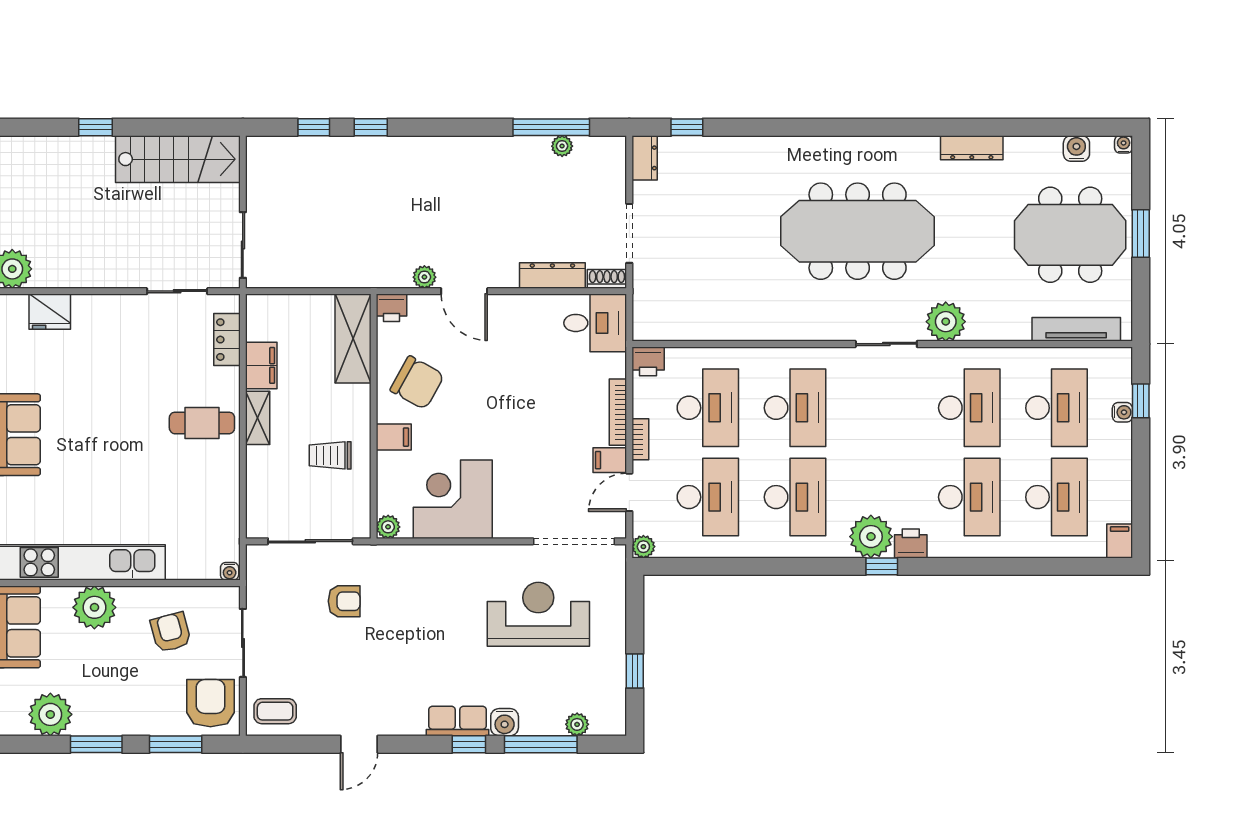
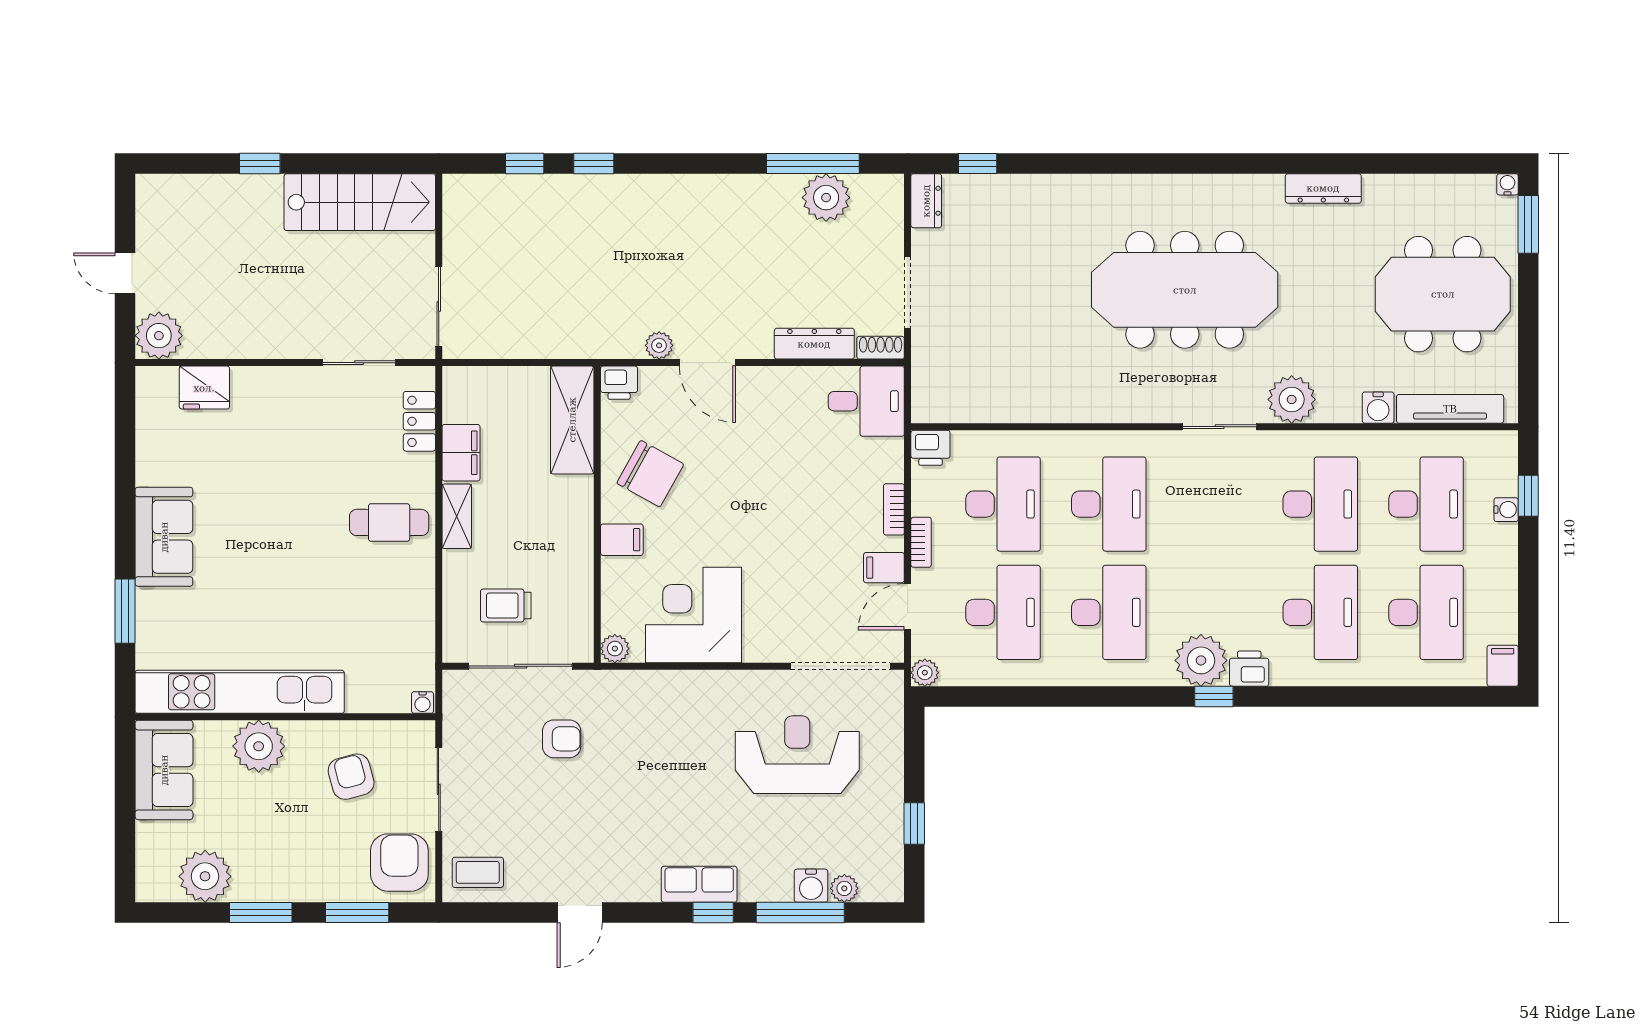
plant: (562, 146) -> (826, 198), width x1.88, depth x1.88
water cooler: (1076, 149) -> (1378, 408), moved, turned 180
window: (1141, 234) -> (1528, 224), moved
bookcase: (618, 412) -> (894, 509), width x0.64
trolley: (330, 455) -> (506, 605), moved
water cooler: (505, 722) -> (811, 886), moved

